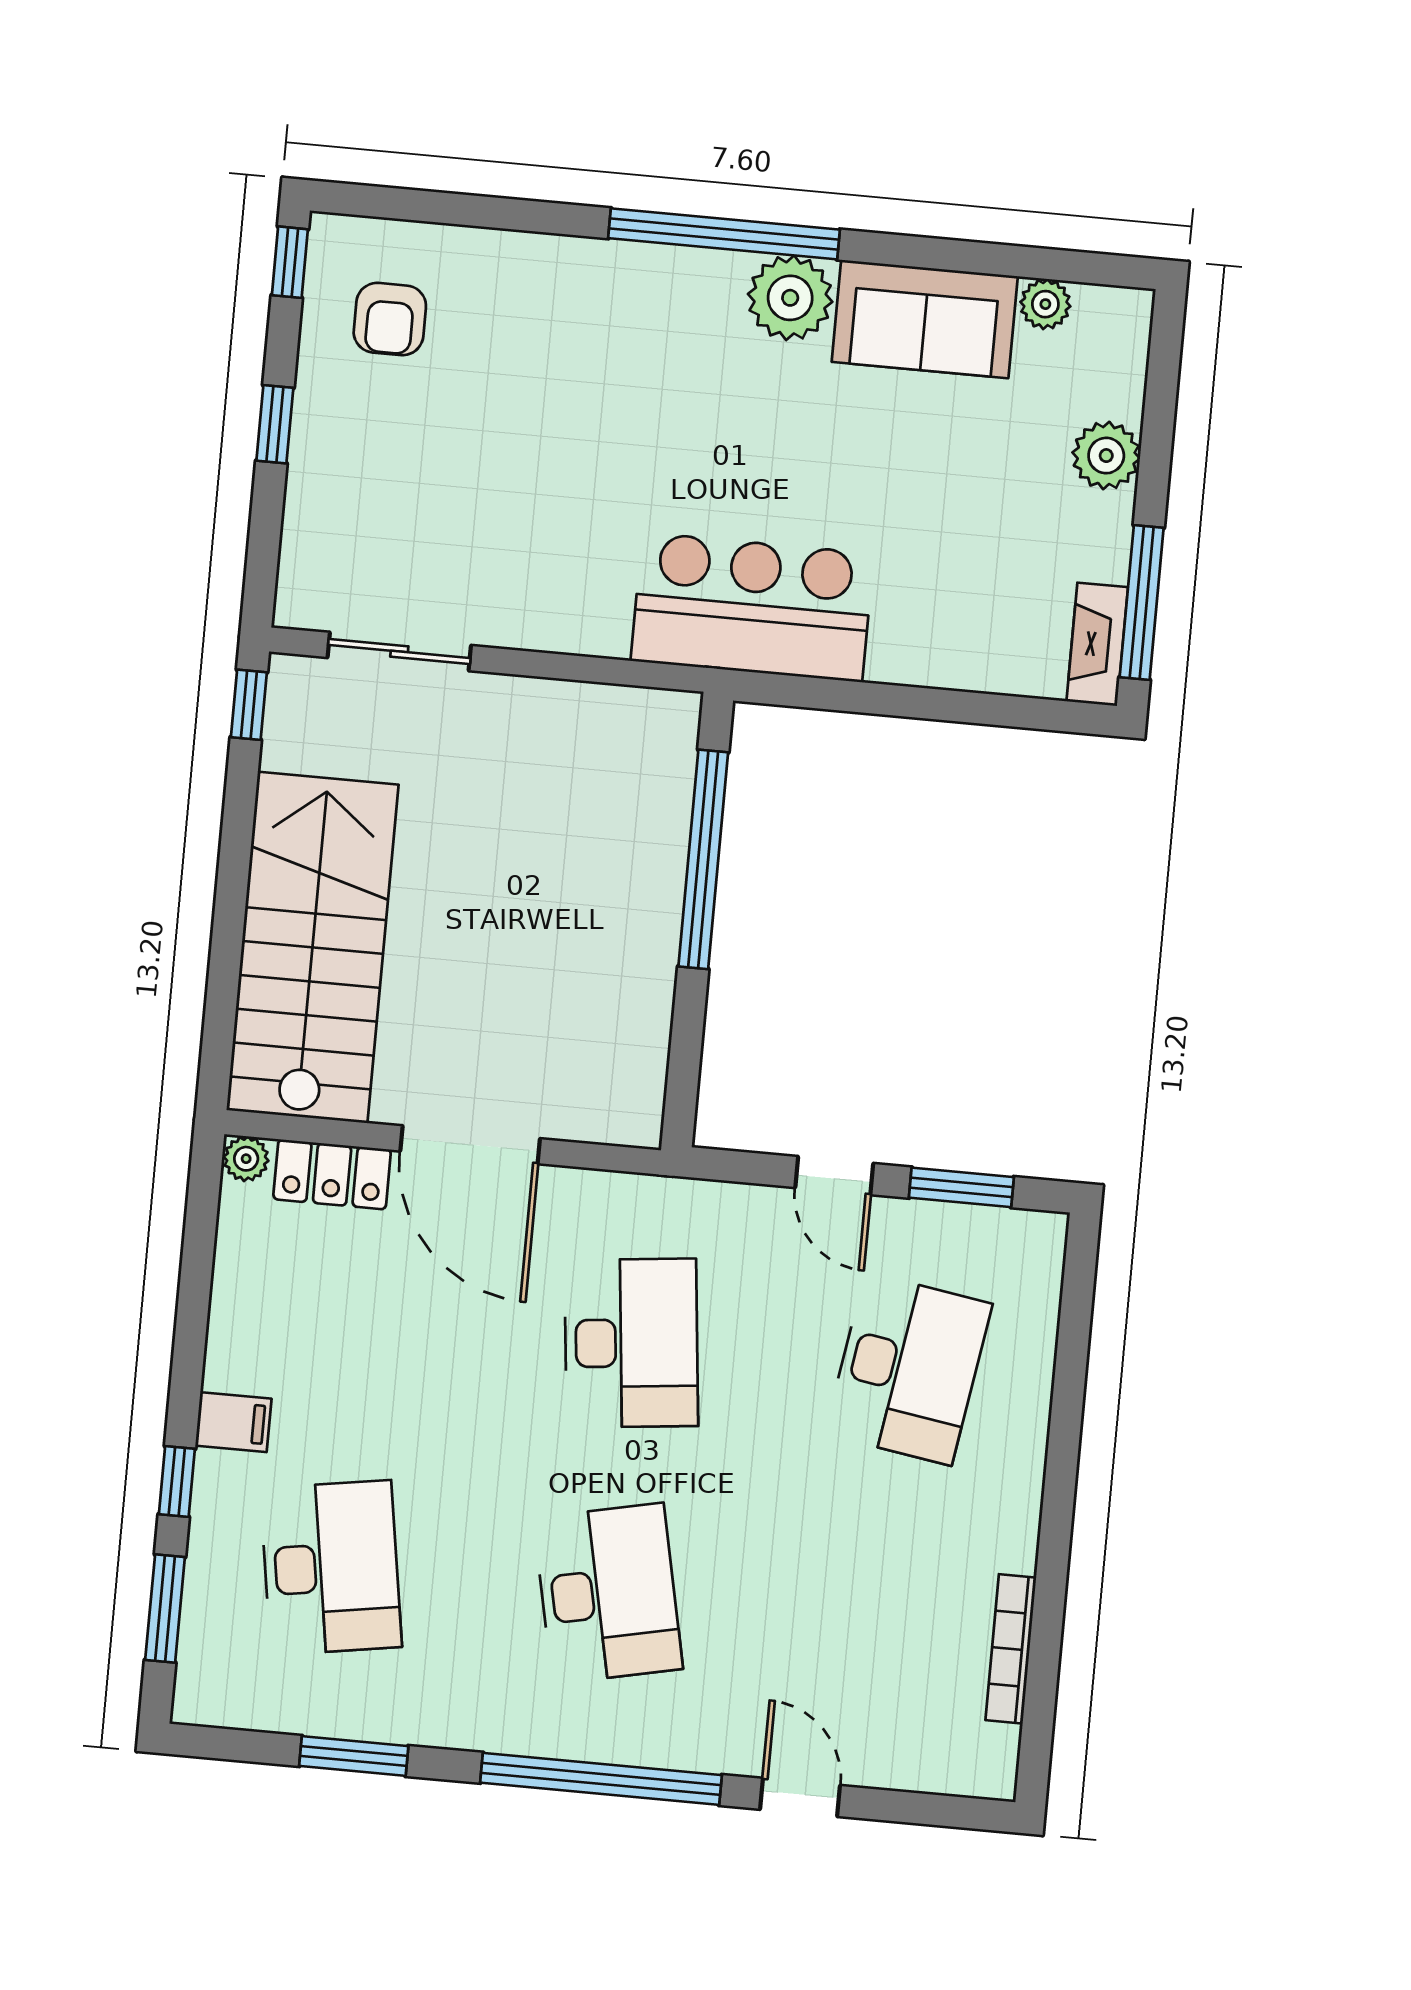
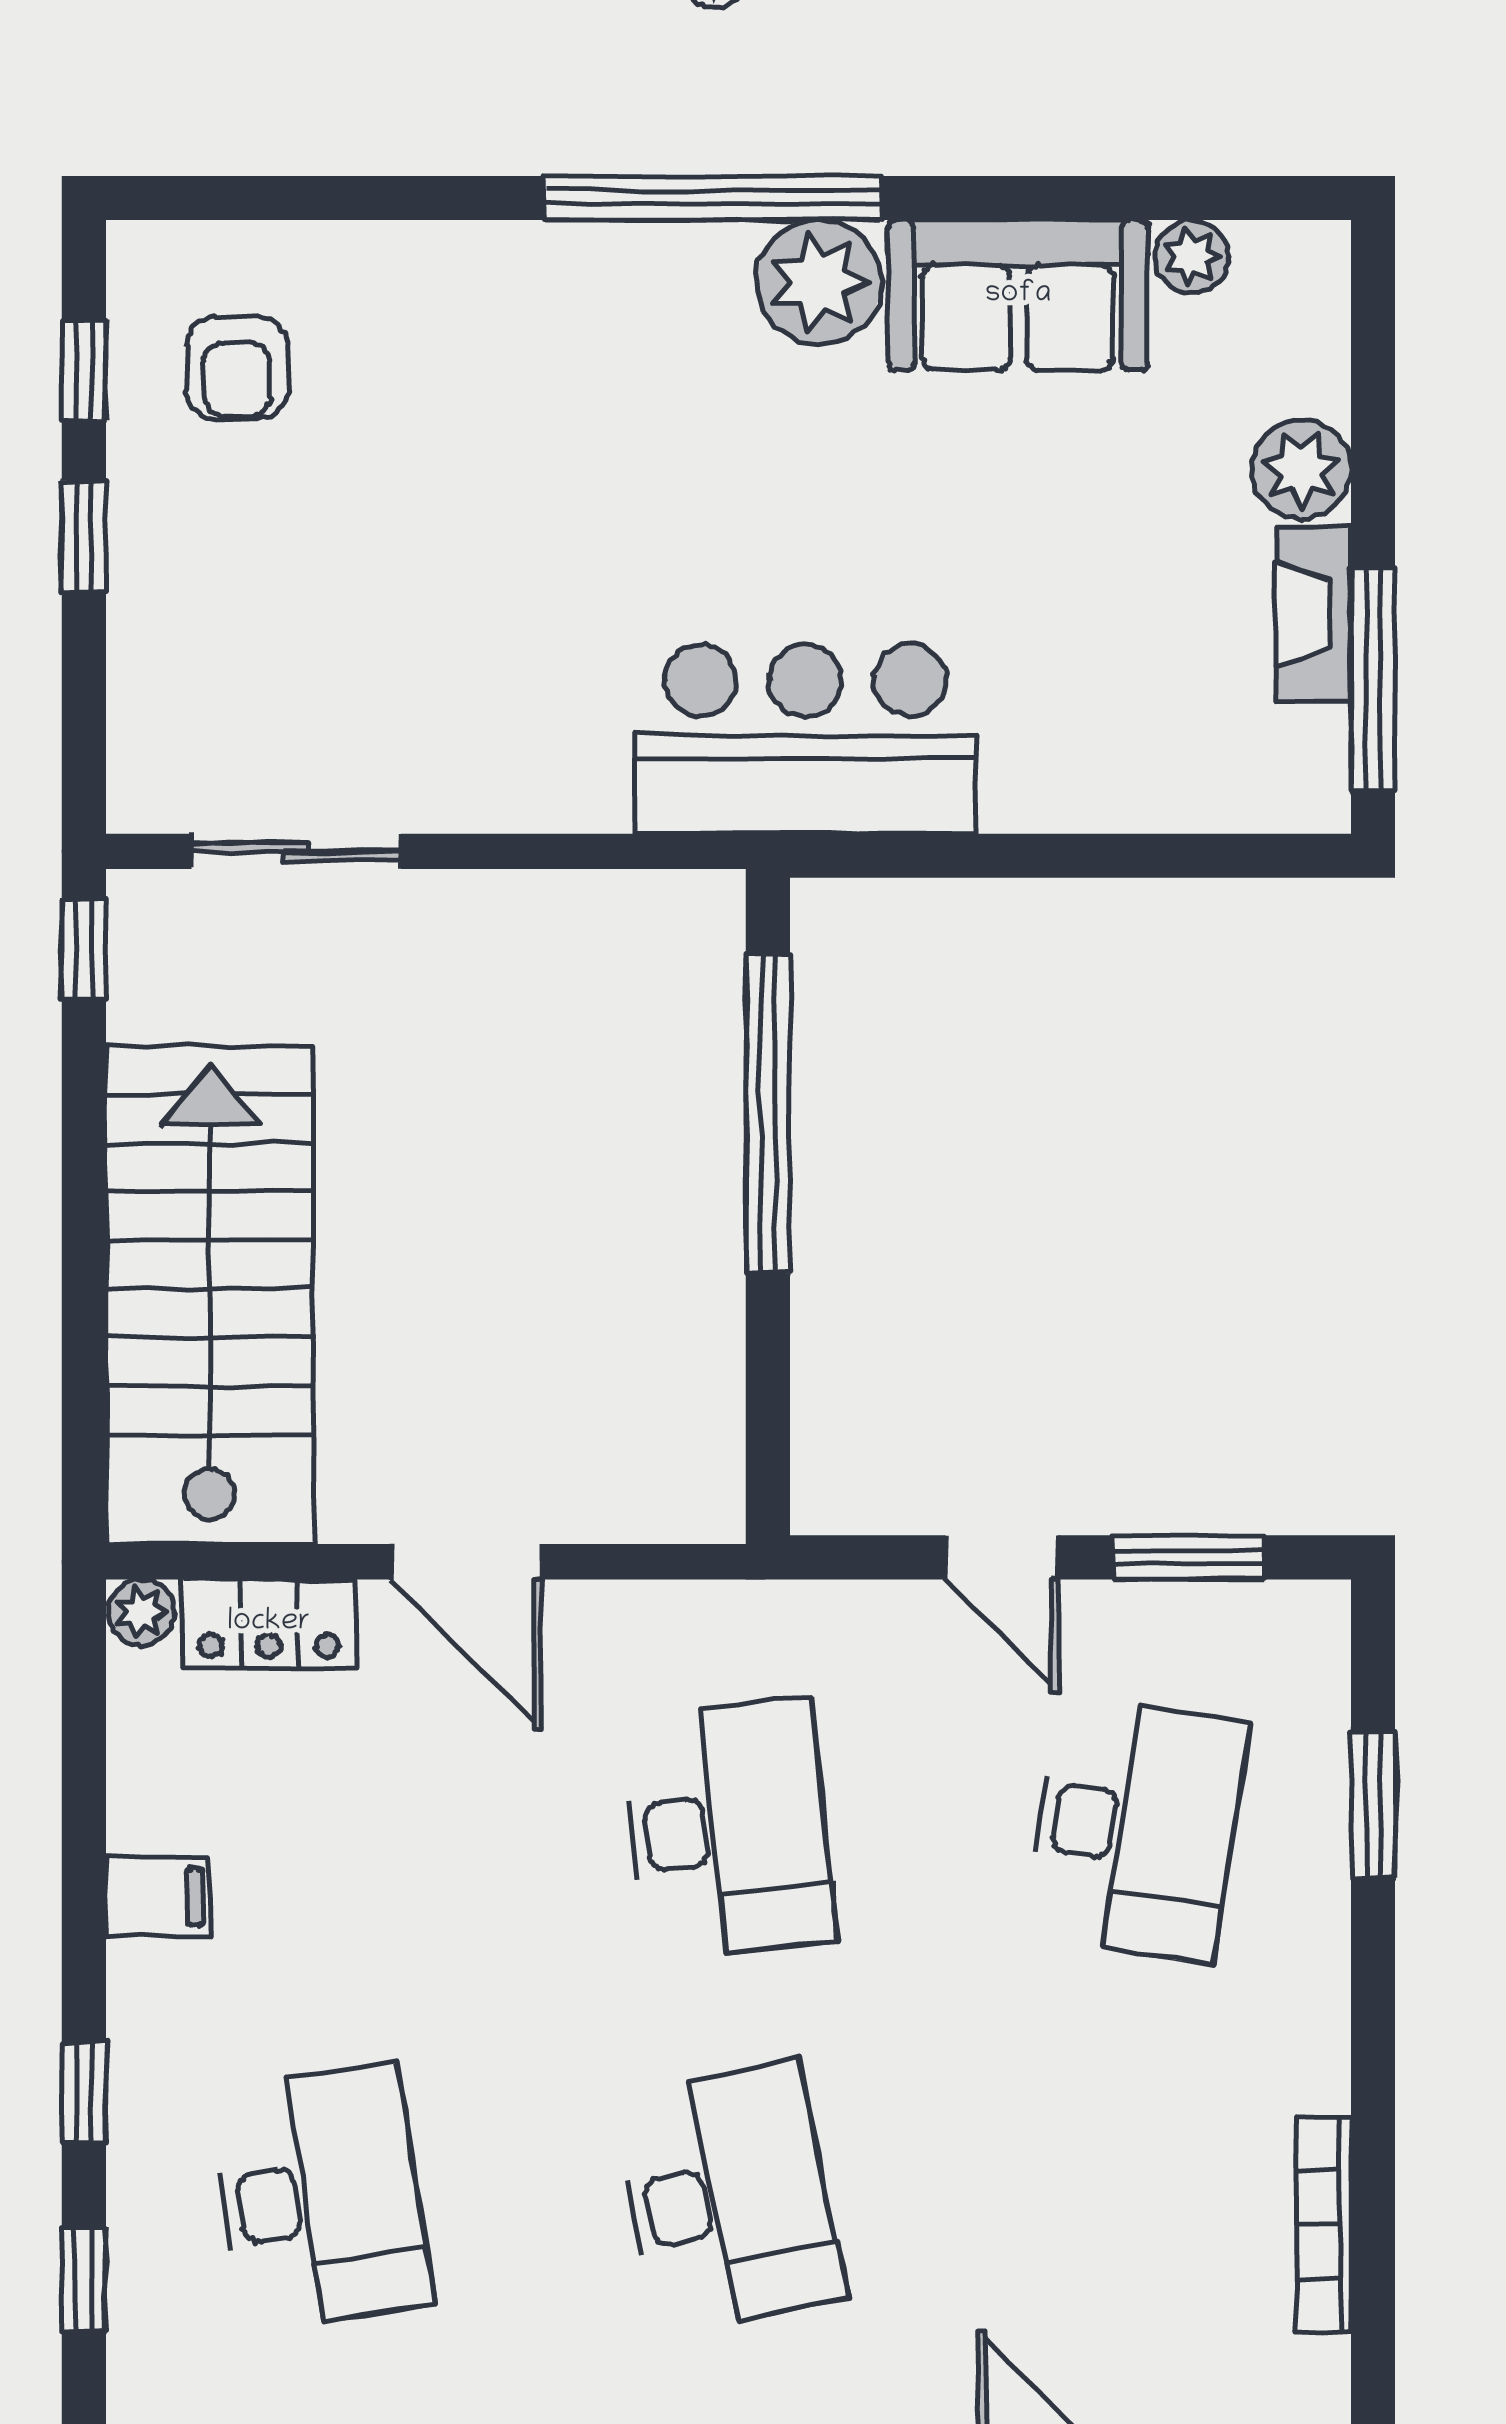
window: (290, 262) -> (84, 371), moved
fireplace: (1097, 644) -> (1314, 614), moved
door: (470, 1145) -> (466, 1562), width x0.73
window: (1071, 1367) -> (1373, 1805), added
filing cabinet: (233, 1422) -> (158, 1897), moved
window: (165, 1609) -> (84, 2280), width x0.67

